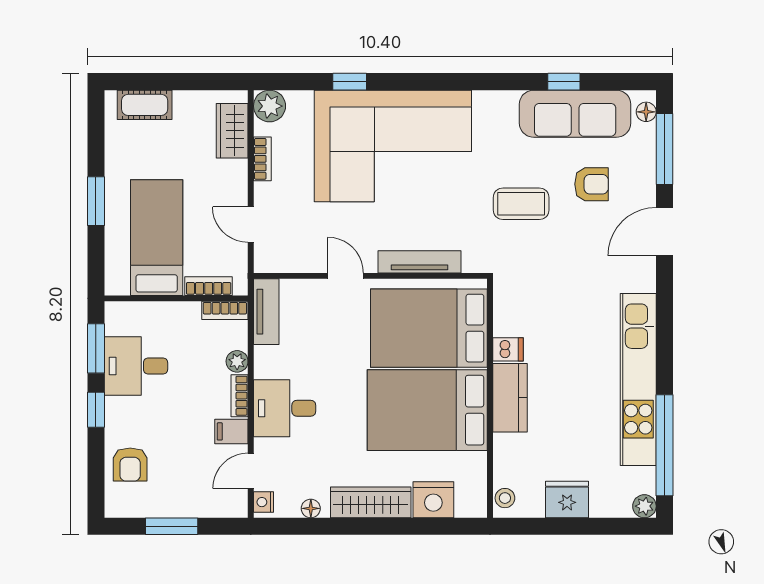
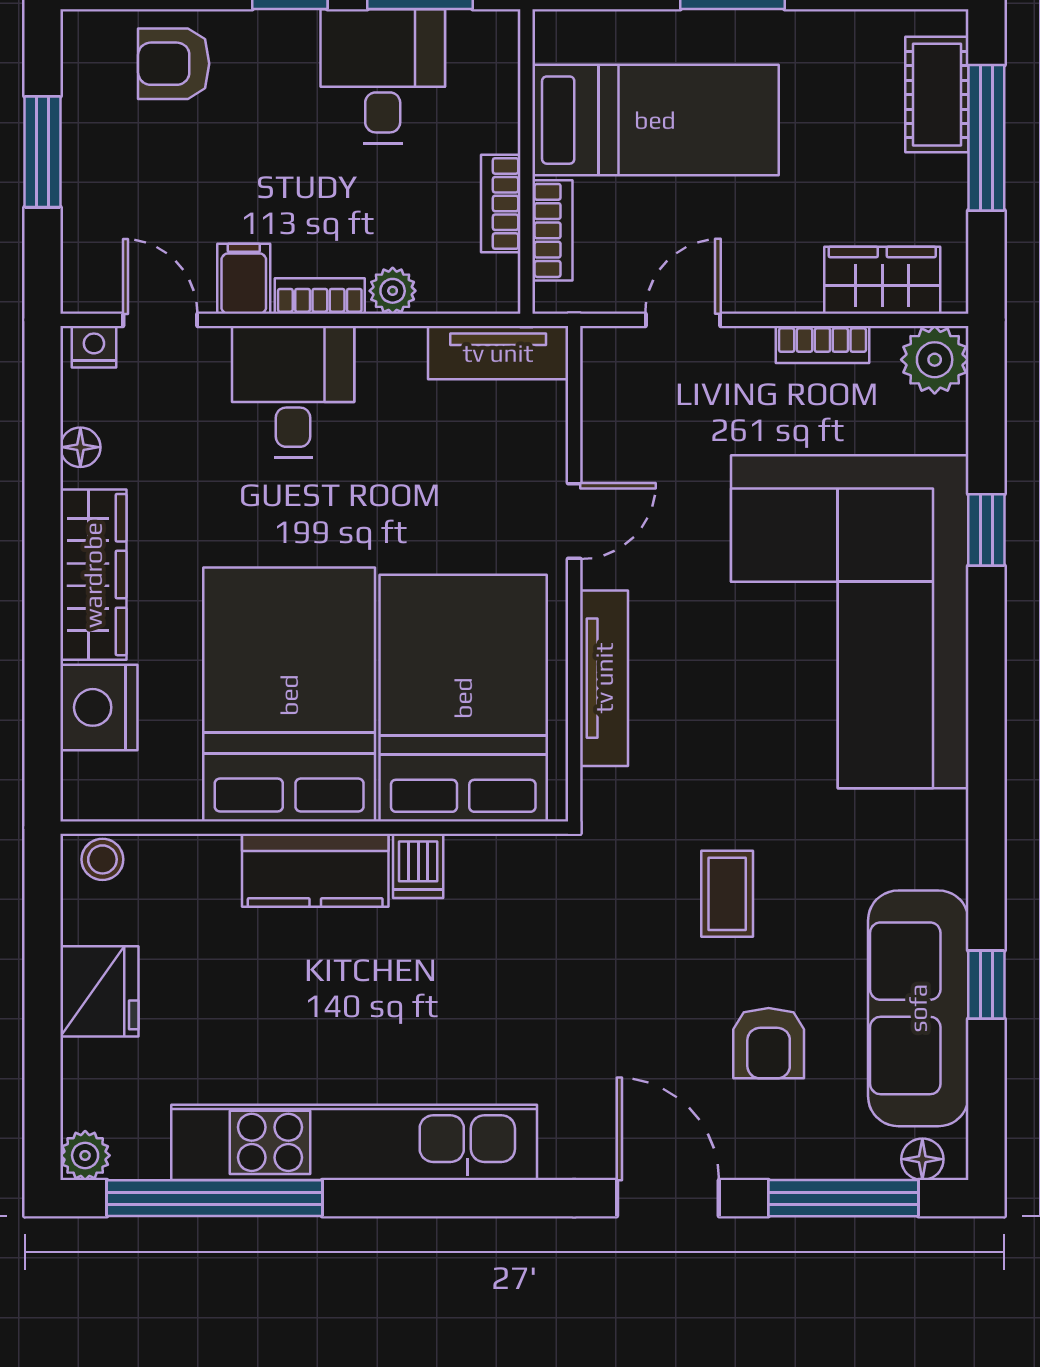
window: (165, 82) -> (986, 138), added
coffee table: (521, 204) -> (727, 894), width x0.73, depth x0.77
bookcase: (225, 310) -> (501, 203), moved

